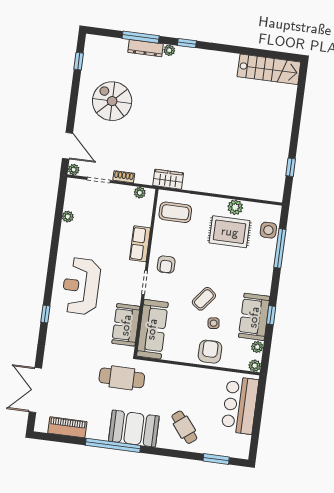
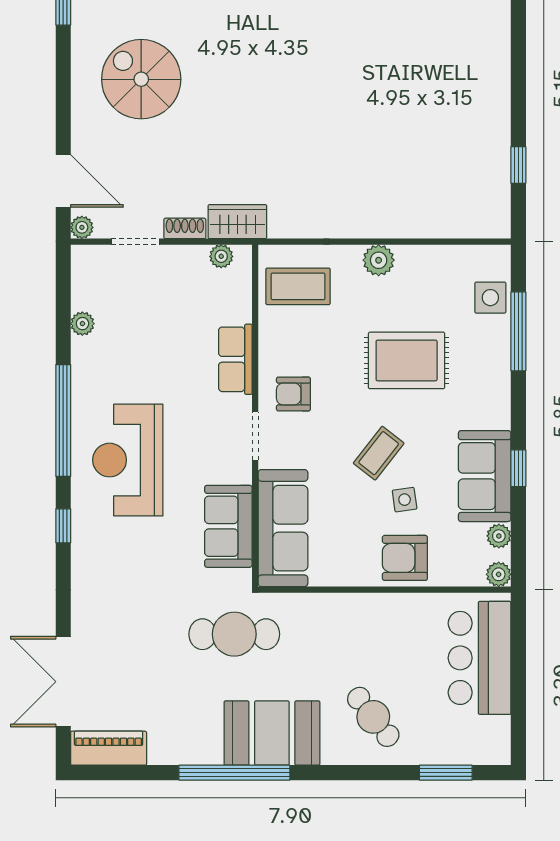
wardrobe: (168, 179) -> (237, 222), moved
plant: (235, 207) -> (379, 260), moved
rug: (230, 232) -> (407, 360), moved
window: (52, 263) -> (63, 420), added
armchair: (166, 264) -> (293, 394), turned 90
armchair: (210, 352) -> (405, 558), turned -90
piano: (67, 427) -> (109, 748), moved

